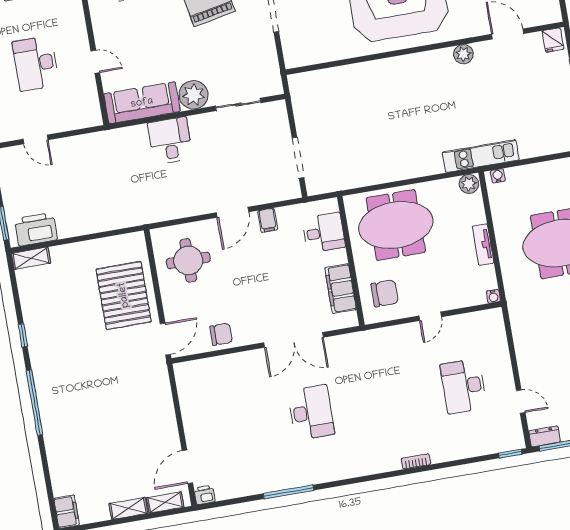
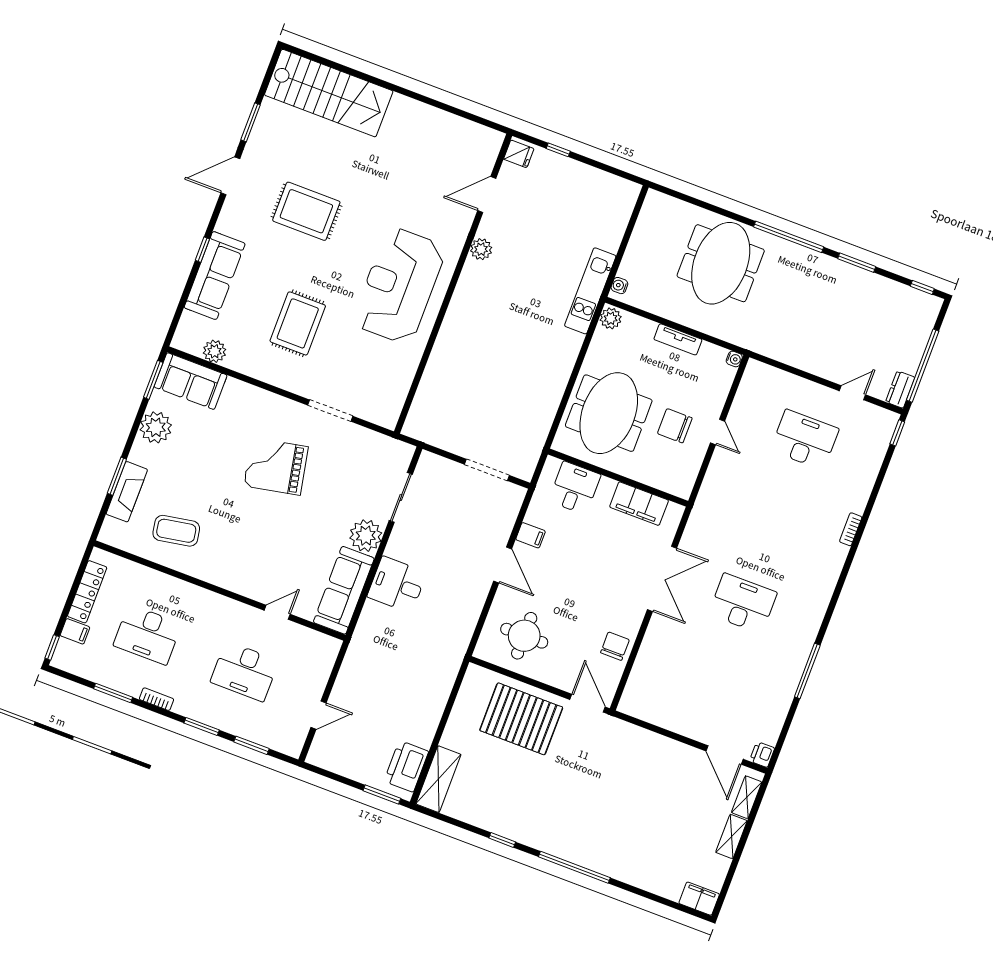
shelving: (31, 258) -> (438, 779), width x1.50, depth x1.33
chair: (385, 293) -> (675, 426), moved, turned -90
desk: (464, 386) -> (805, 440), turned 180

